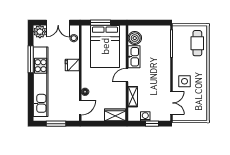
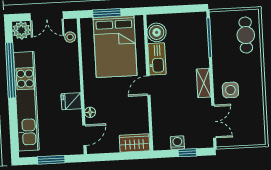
window: (31, 59) -> (11, 70), width x1.46
fridge: (72, 65) -> (71, 101), moved
shelving: (133, 97) -> (204, 83), moved

